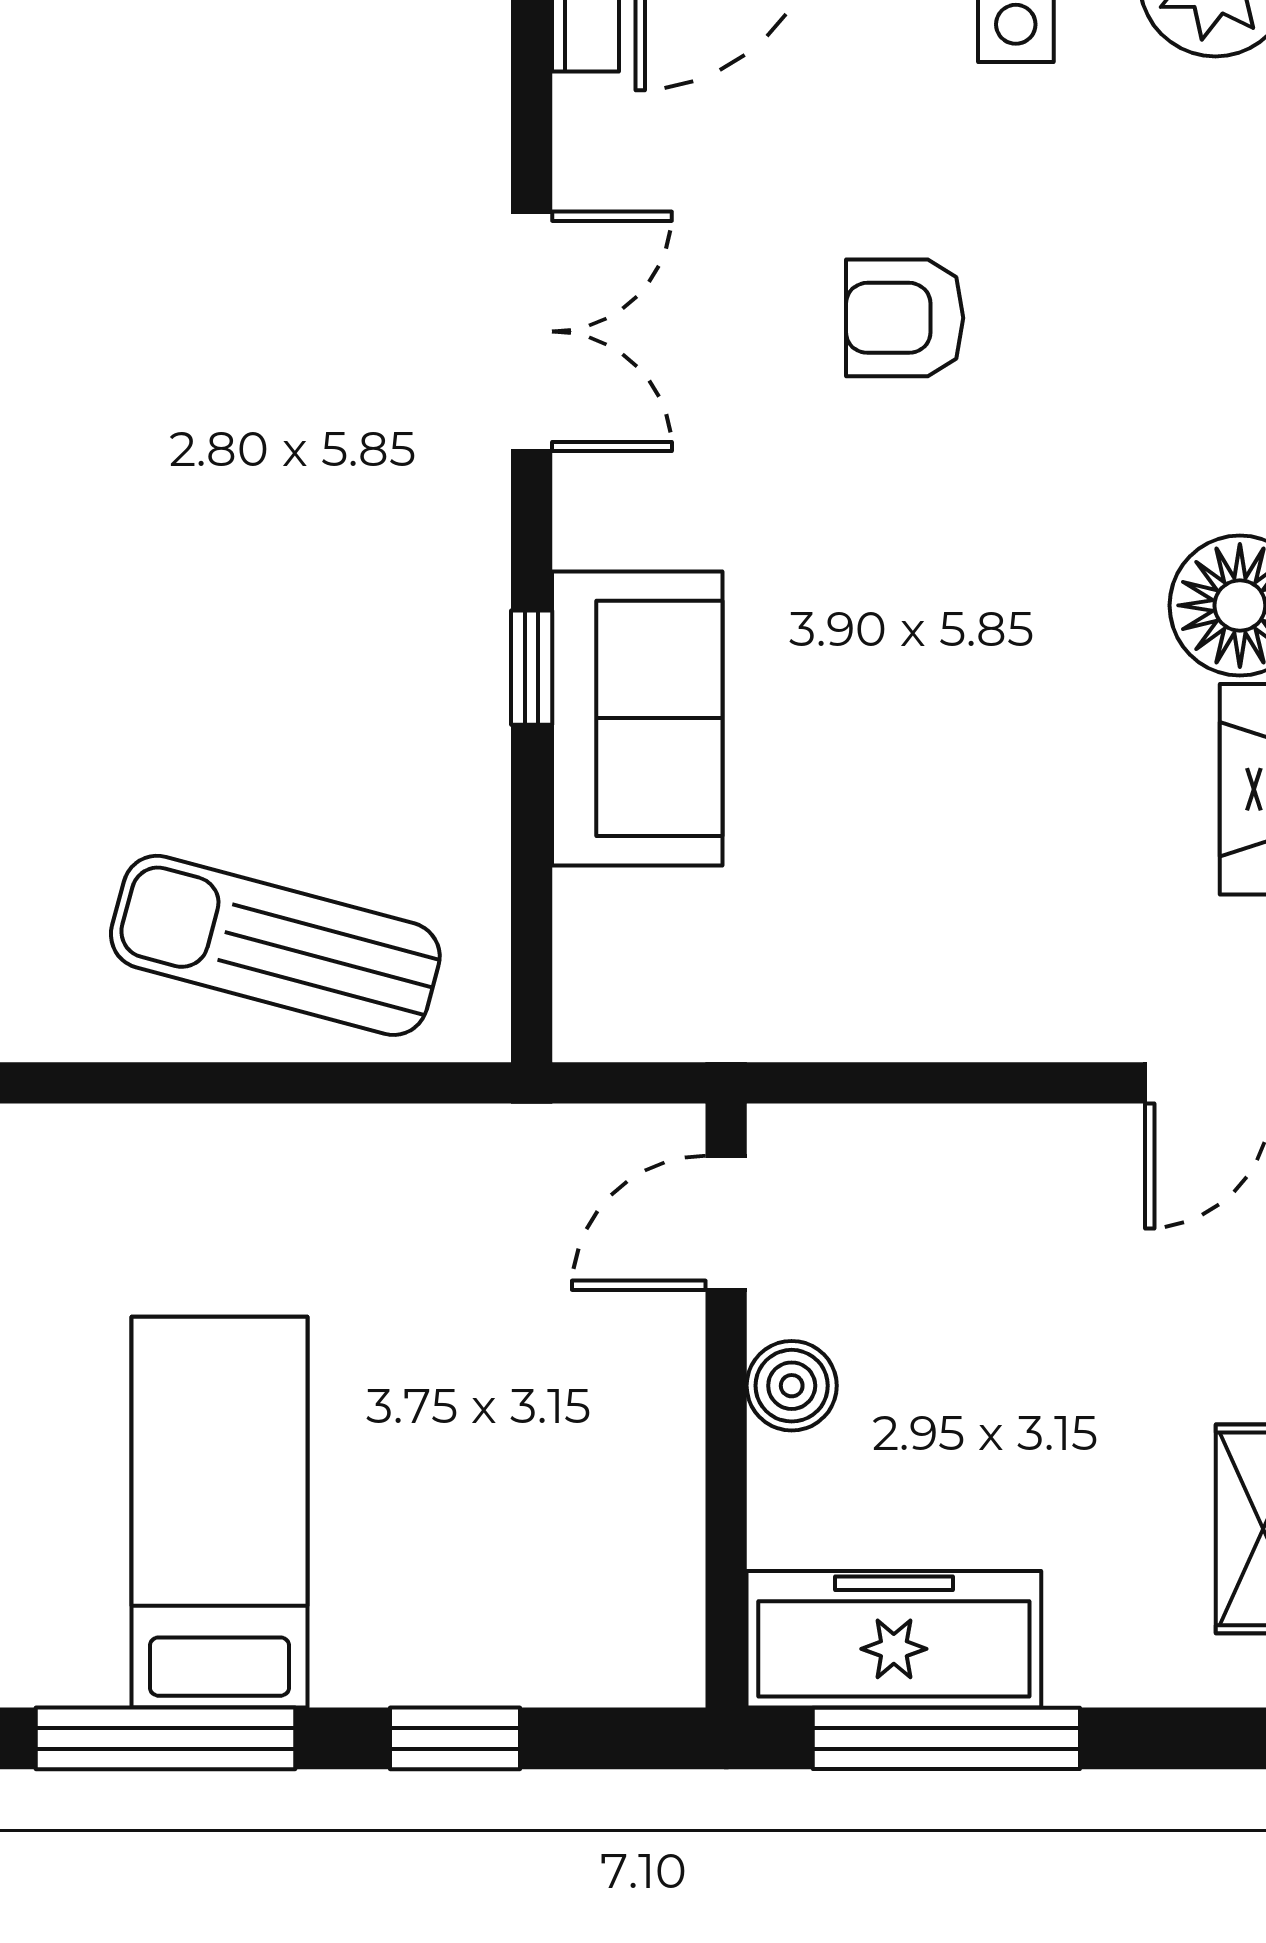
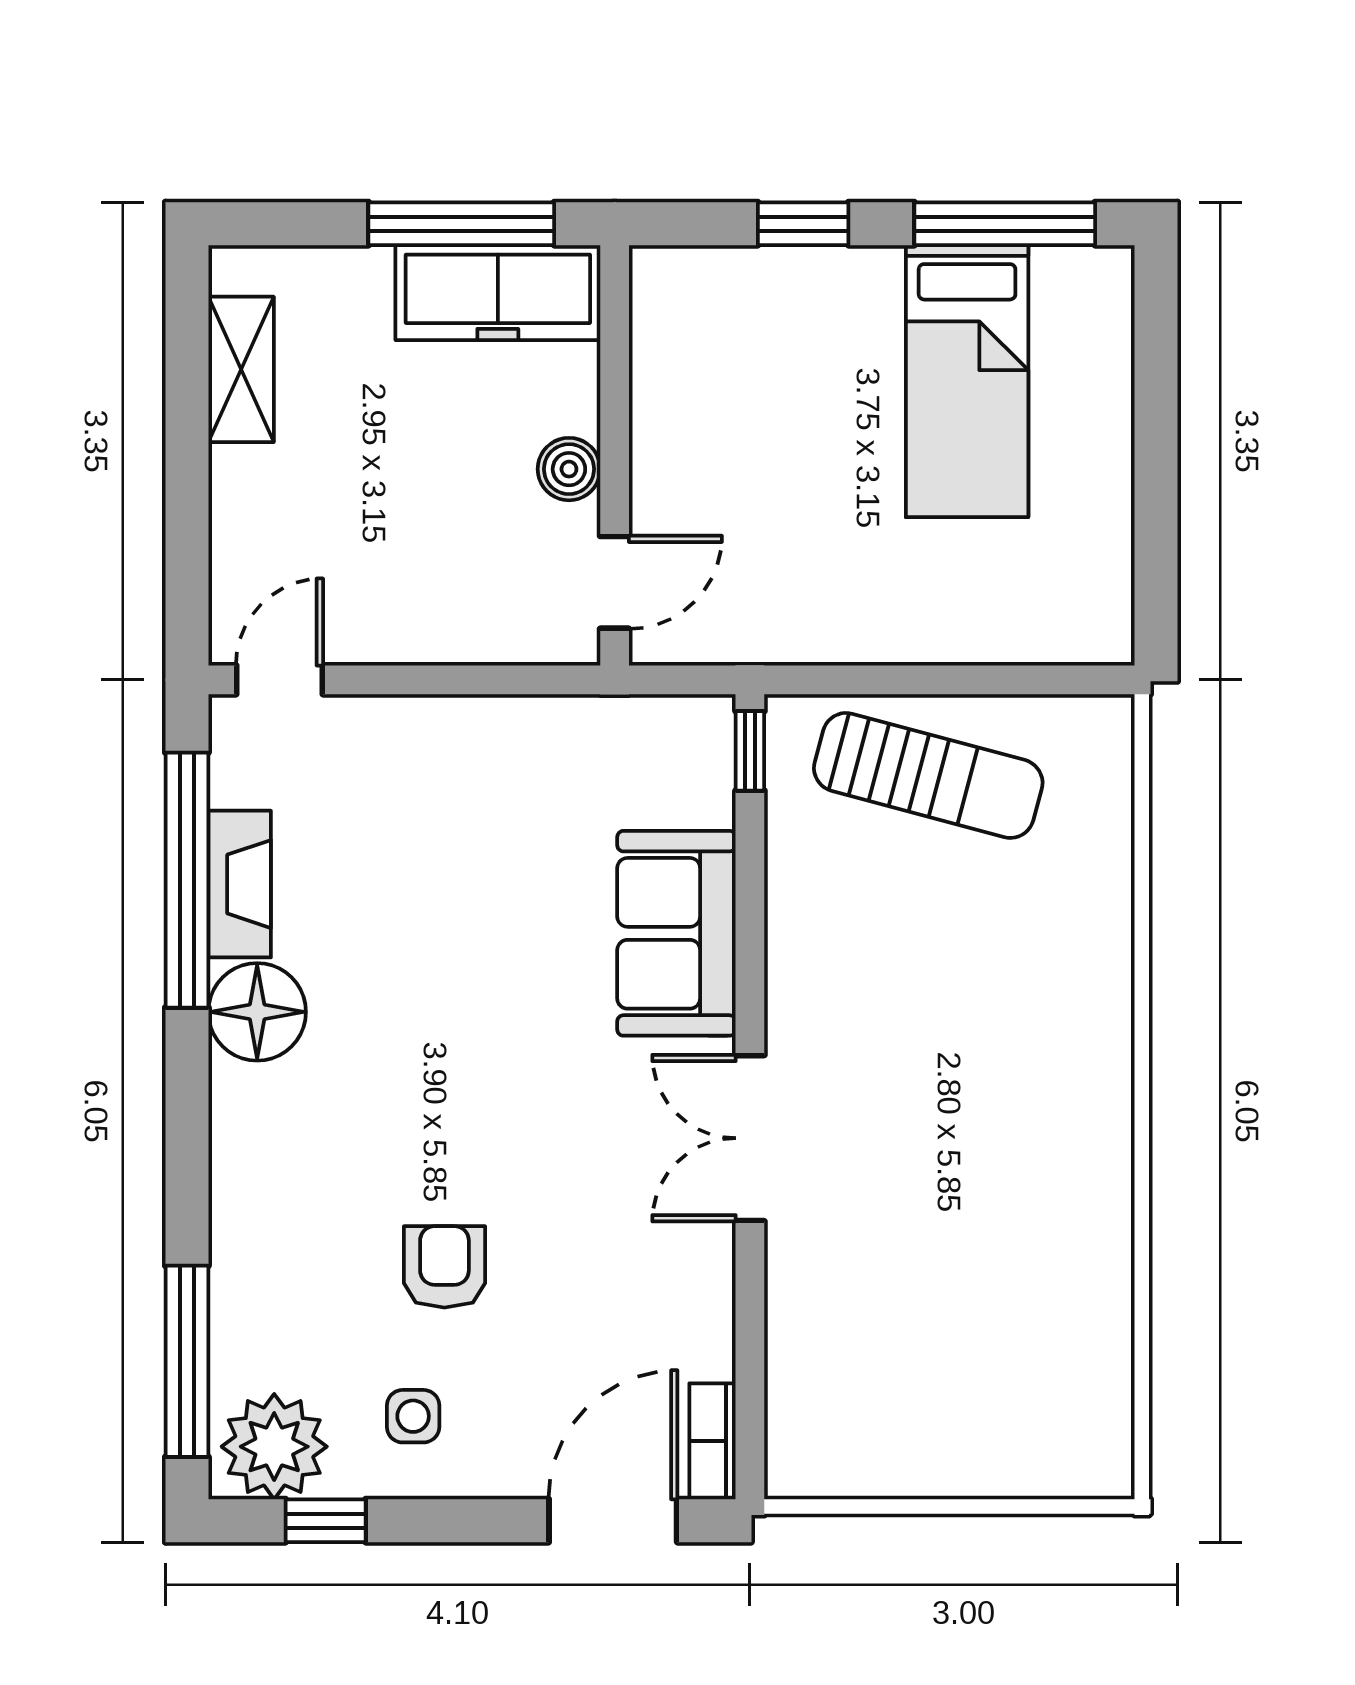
armchair: (905, 318) -> (444, 1267), moved, turned -90
double door: (532, 331) -> (750, 1138), moved
window: (532, 668) -> (750, 751), moved

